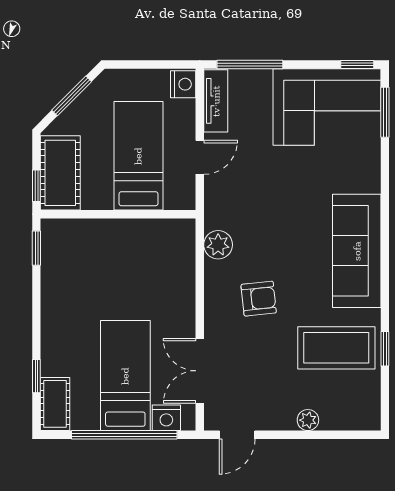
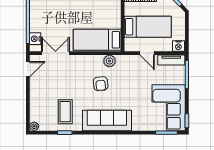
armchair: (259, 299) -> (101, 84), moved
coffee table: (336, 348) -> (65, 112), width x0.73, depth x0.76
bed: (125, 376) -> (97, 40), moved, turned 180
plant: (308, 420) -> (34, 126), moved
door: (237, 435) -> (28, 69), swing flipped

